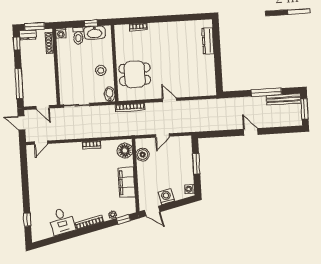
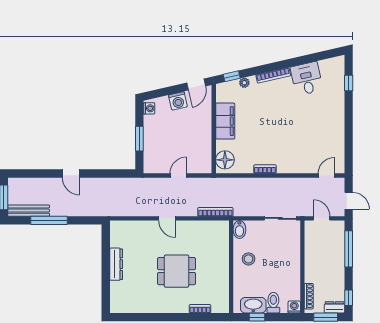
dresser: (208, 41) -> (116, 264), moved
dining table: (135, 74) -> (176, 271), moved
boiler: (143, 155) -> (204, 154), removed
door: (152, 211) -> (196, 84), swing flipped

